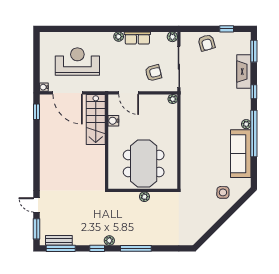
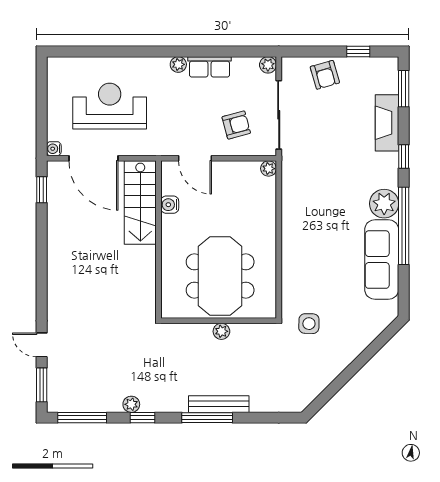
plant: (246, 124) -> (384, 204), width x1.88, depth x1.88
side table: (223, 192) -> (309, 324), moved
bench: (59, 240) -> (219, 404), moved, width x1.36
plant: (109, 241) -> (131, 404), moved

